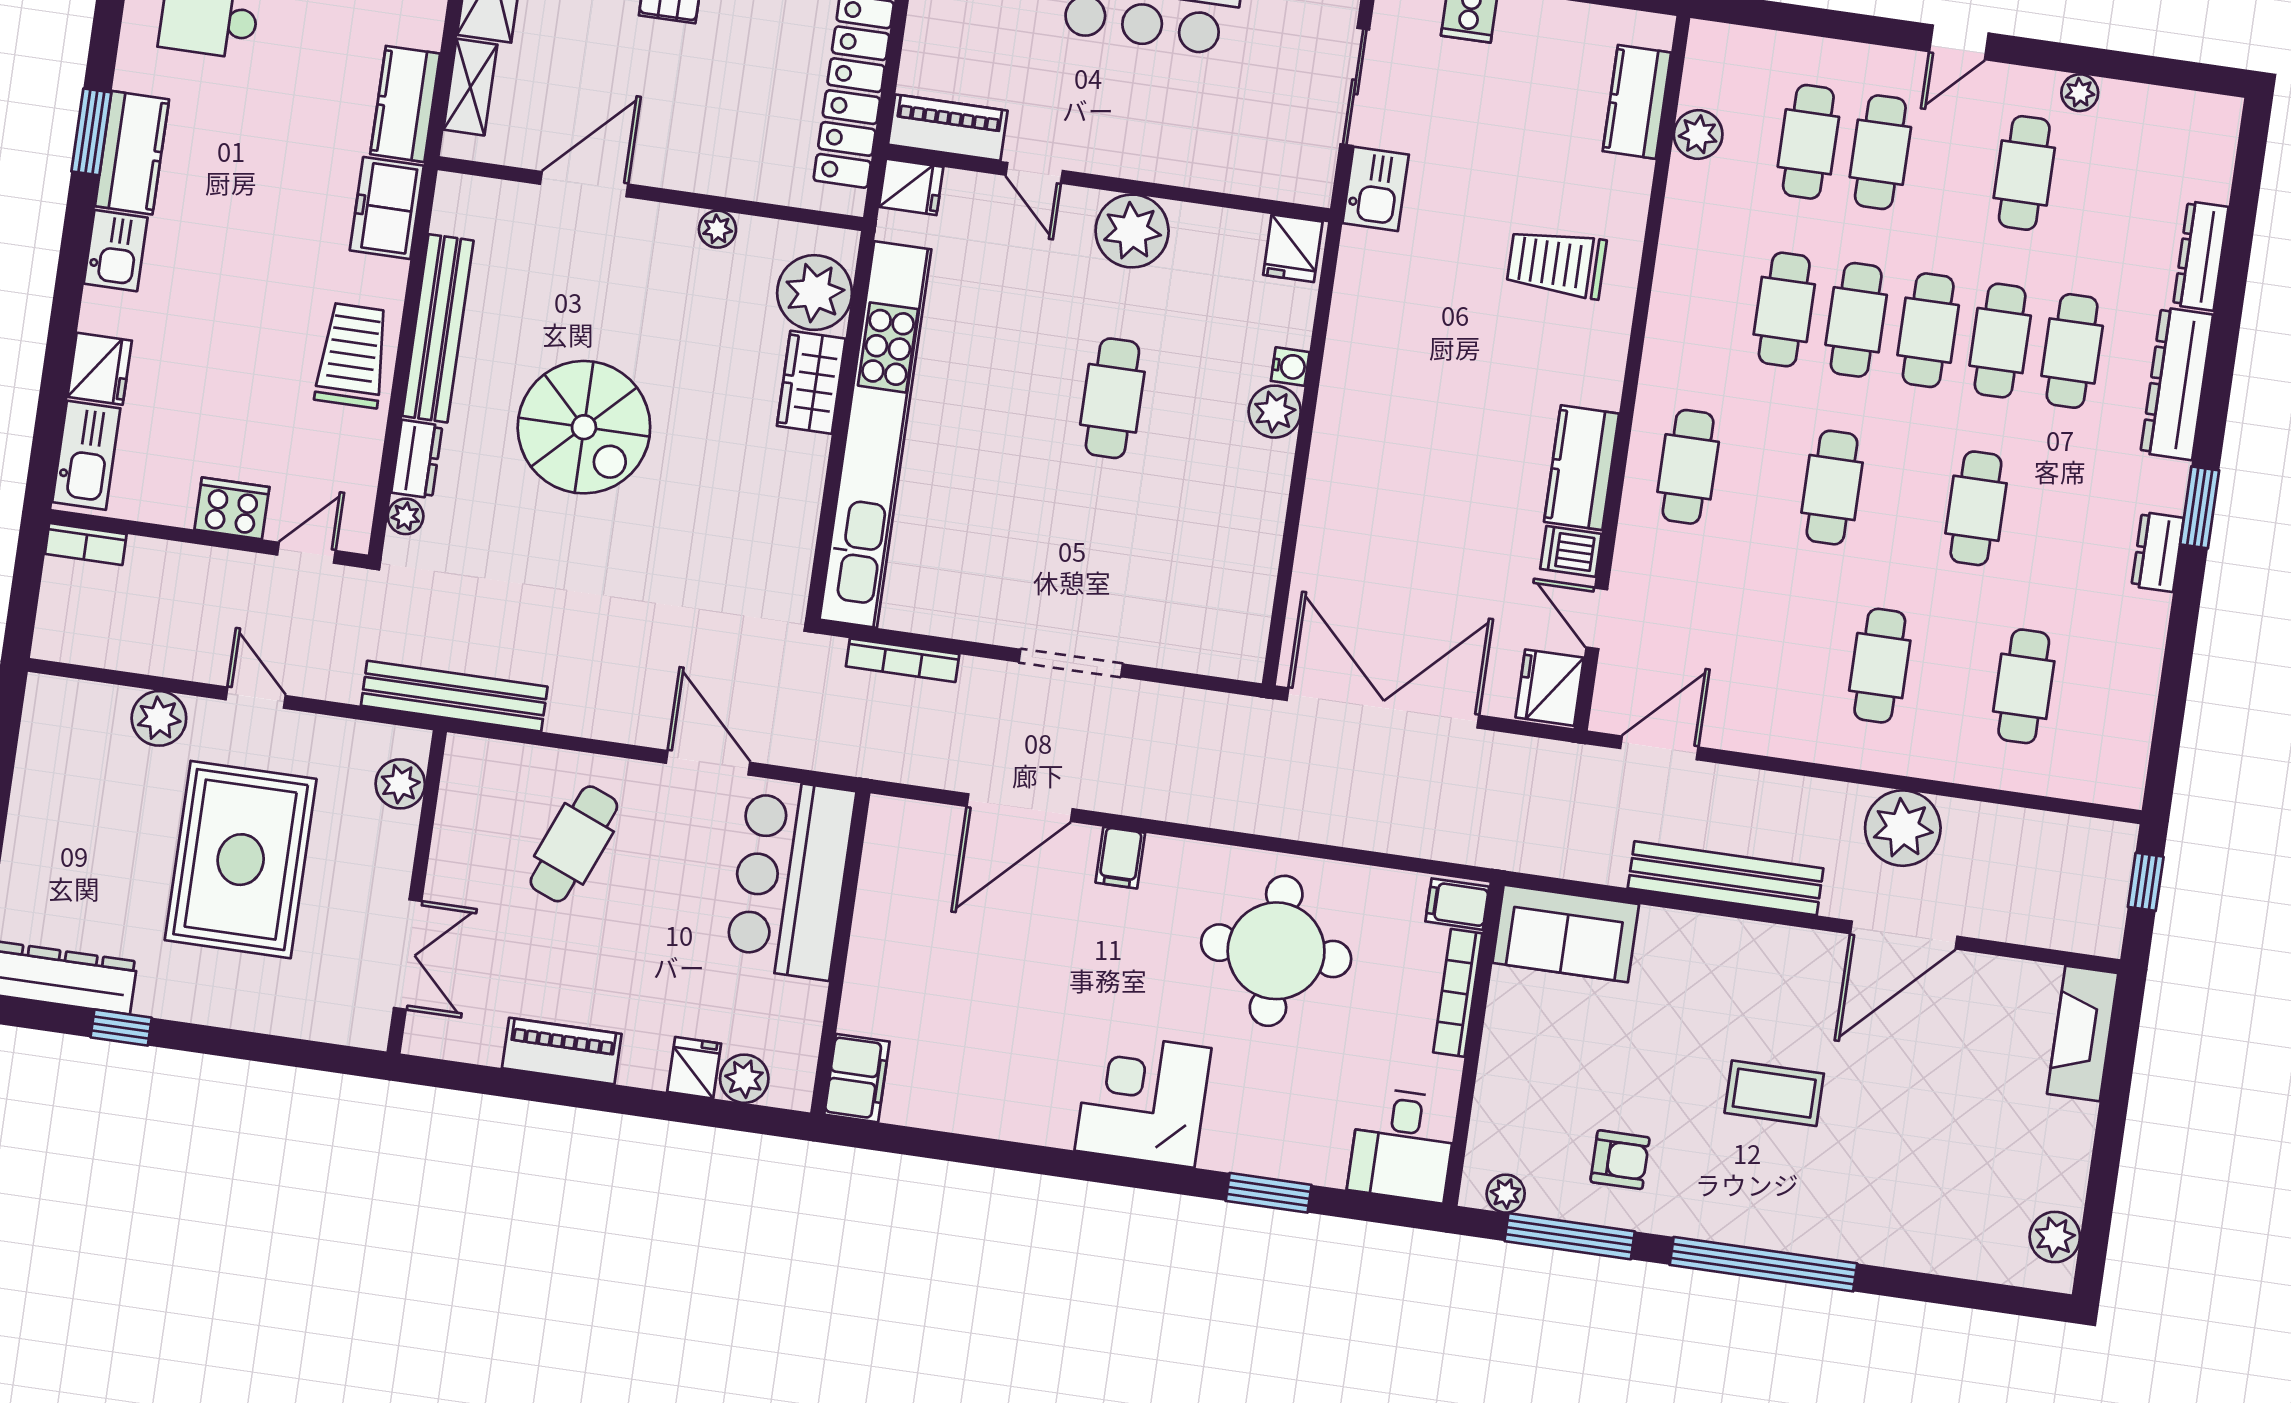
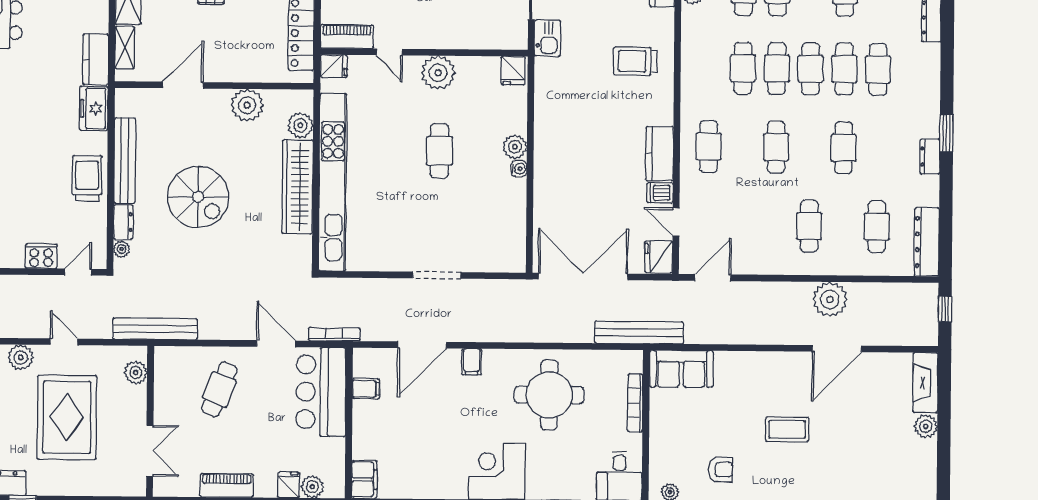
plant: (717, 229) -> (247, 105), width x1.88, depth x1.88
plant: (815, 293) -> (300, 125), width x0.73, depth x0.73
water cooler: (1290, 367) -> (519, 169), moved
wardrobe: (811, 382) -> (297, 187), width x2.10, depth x1.17
dresser: (2177, 384) -> (927, 242), moved
bookcase: (903, 660) -> (334, 334), moved, turned 180
bench: (1726, 878) -> (639, 333), moved
filing cabinet: (1457, 904) -> (366, 389), moved, turned 180
plant: (2055, 1237) -> (926, 426), moved

